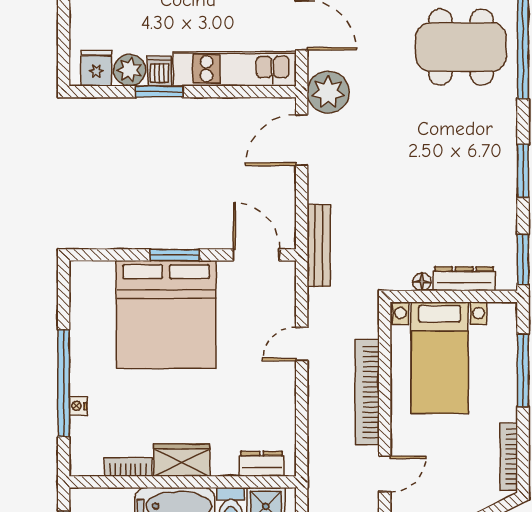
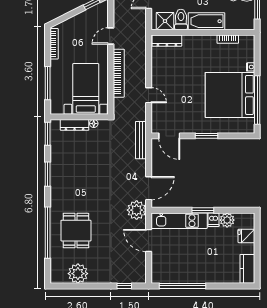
dining table: (461, 47) -> (76, 231), width x0.73
fridge: (96, 68) -> (246, 236), moved, turned 90
window: (159, 92) -> (203, 210), moved
bed: (166, 315) -> (230, 95), moved, turned -90
door: (302, 344) -> (149, 95), hinge flipped
window: (64, 383) -> (257, 100), moved
wardrobe: (182, 460) -> (203, 42), removed
dresser: (262, 464) -> (167, 41), width x1.44

